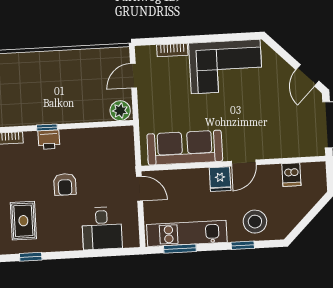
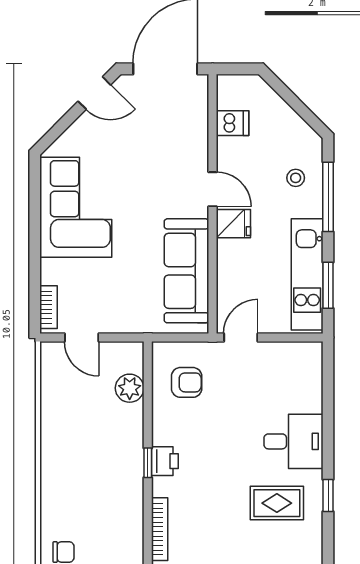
bookcase: (172, 50) -> (49, 307), moved
plant: (120, 111) -> (130, 388), moved
armchair: (65, 184) -> (187, 382), moved
stool: (255, 222) -> (296, 178), width x0.53, depth x0.53
desk: (102, 228) -> (293, 441), moved
window: (243, 245) -> (328, 197), width x2.17

